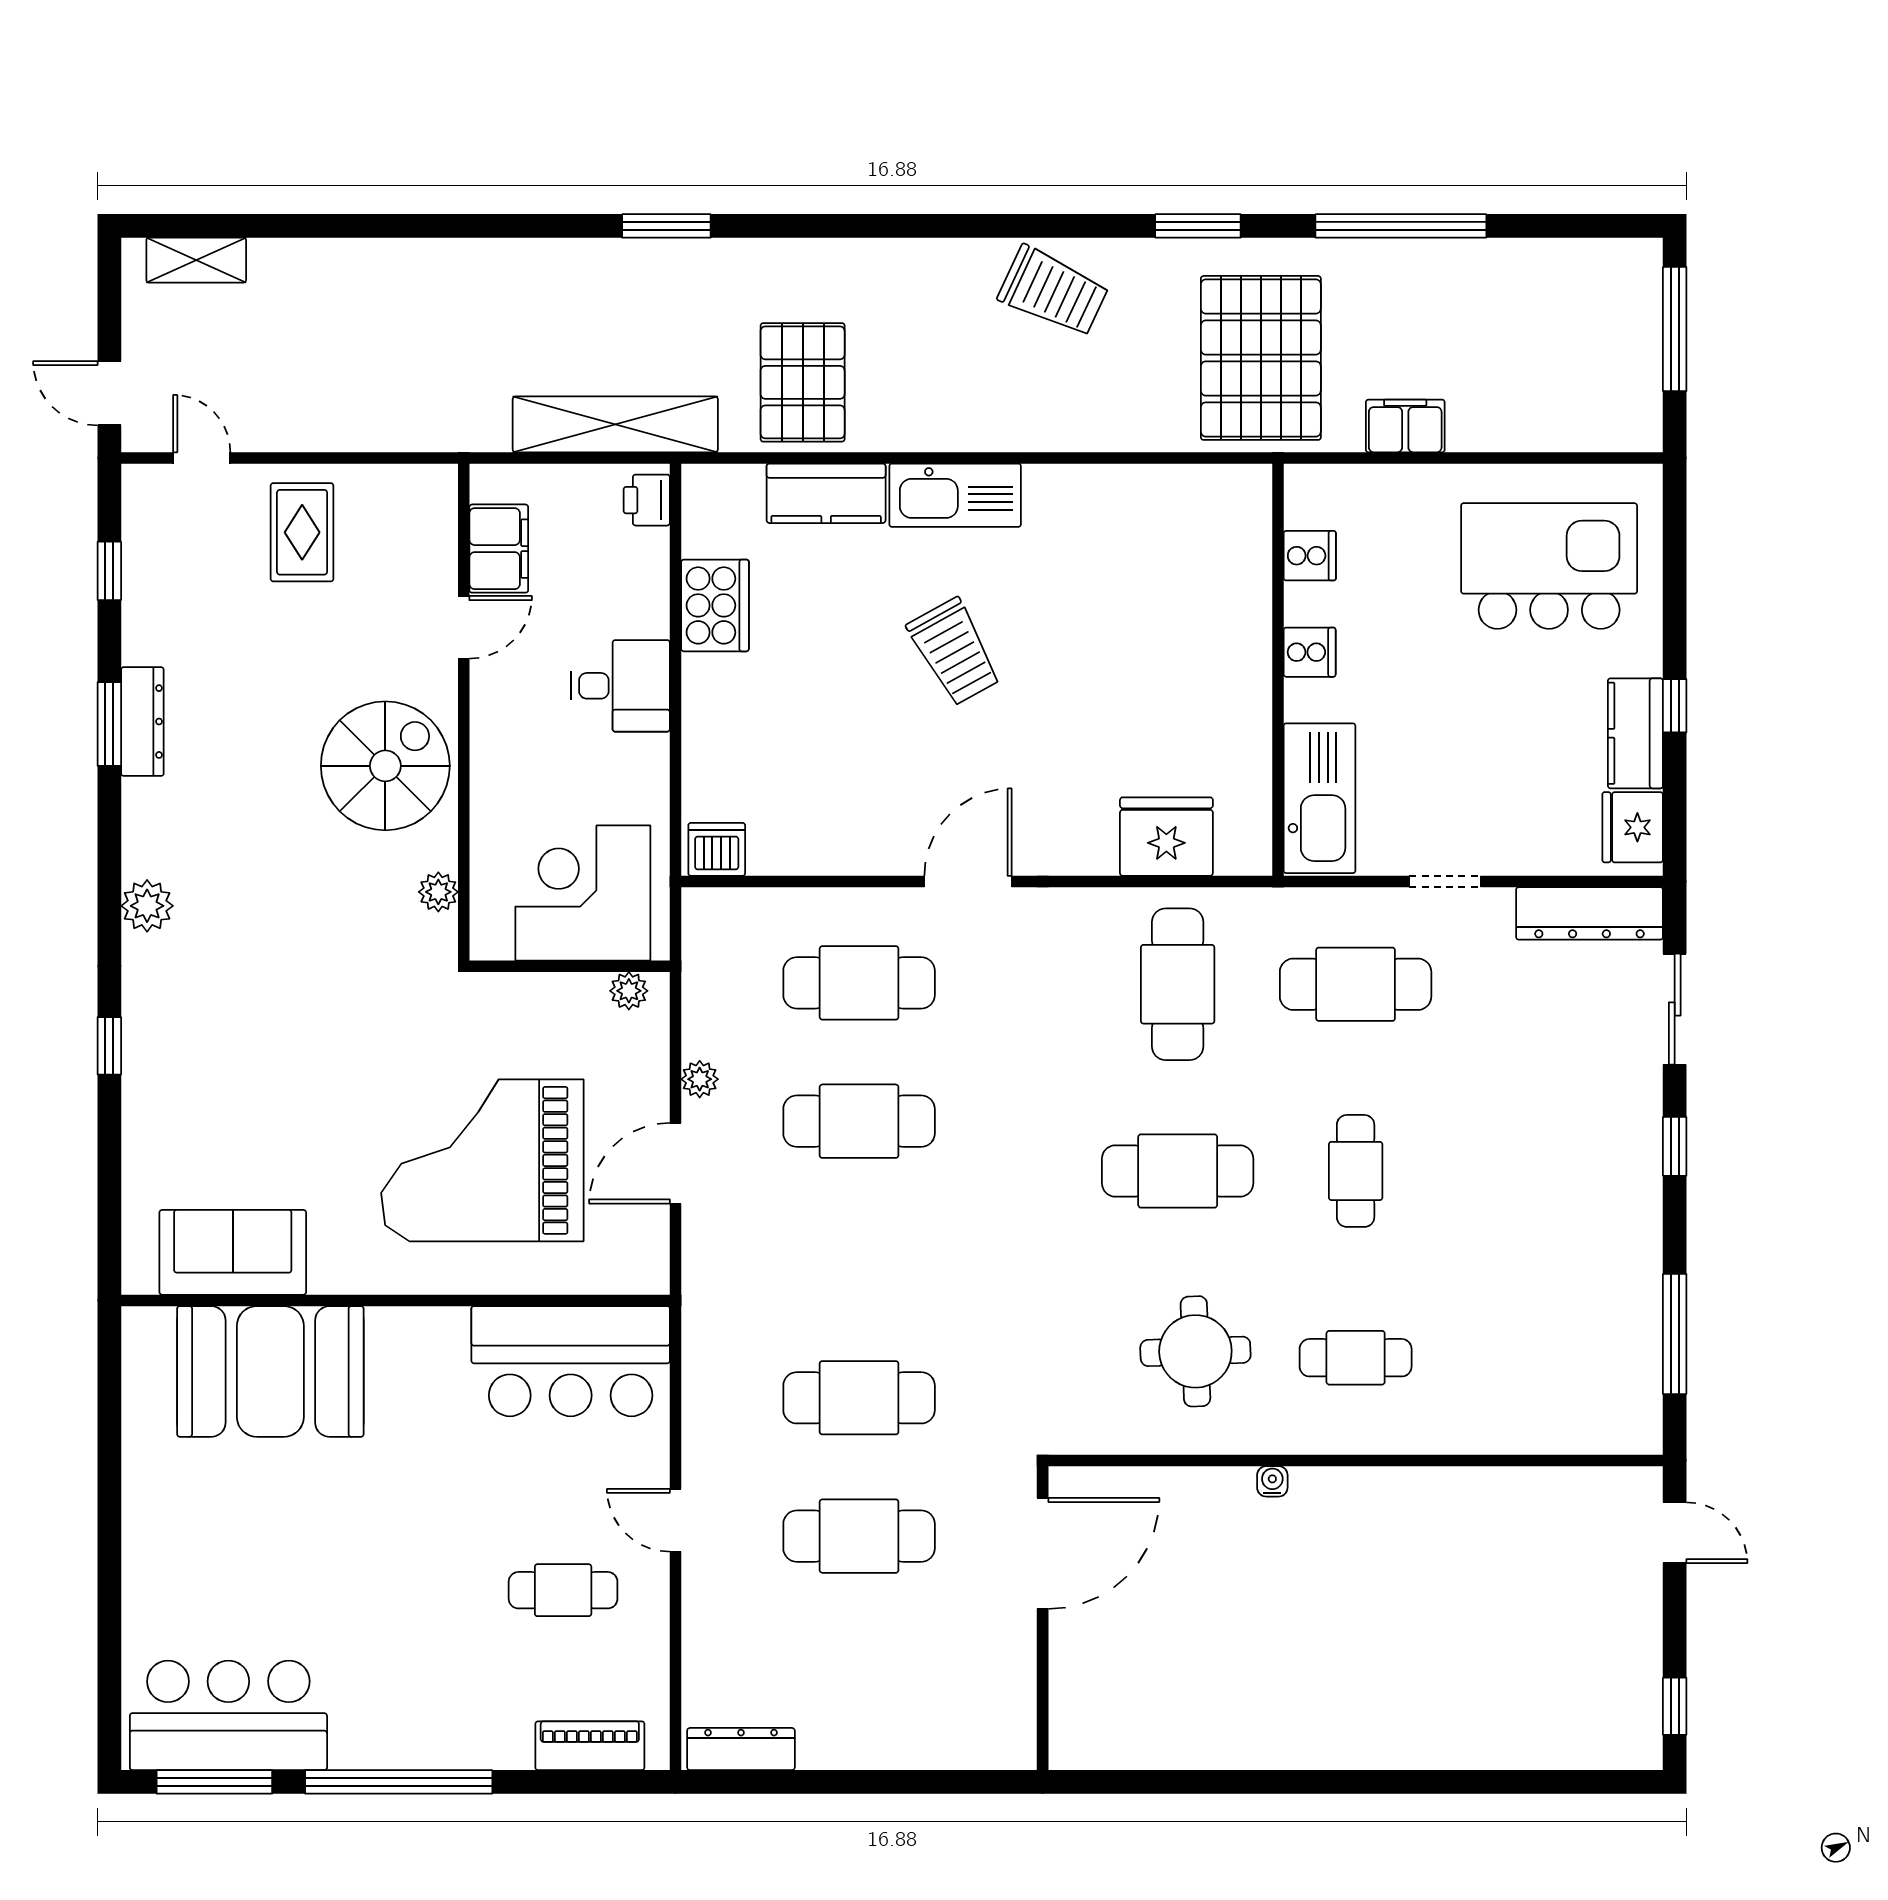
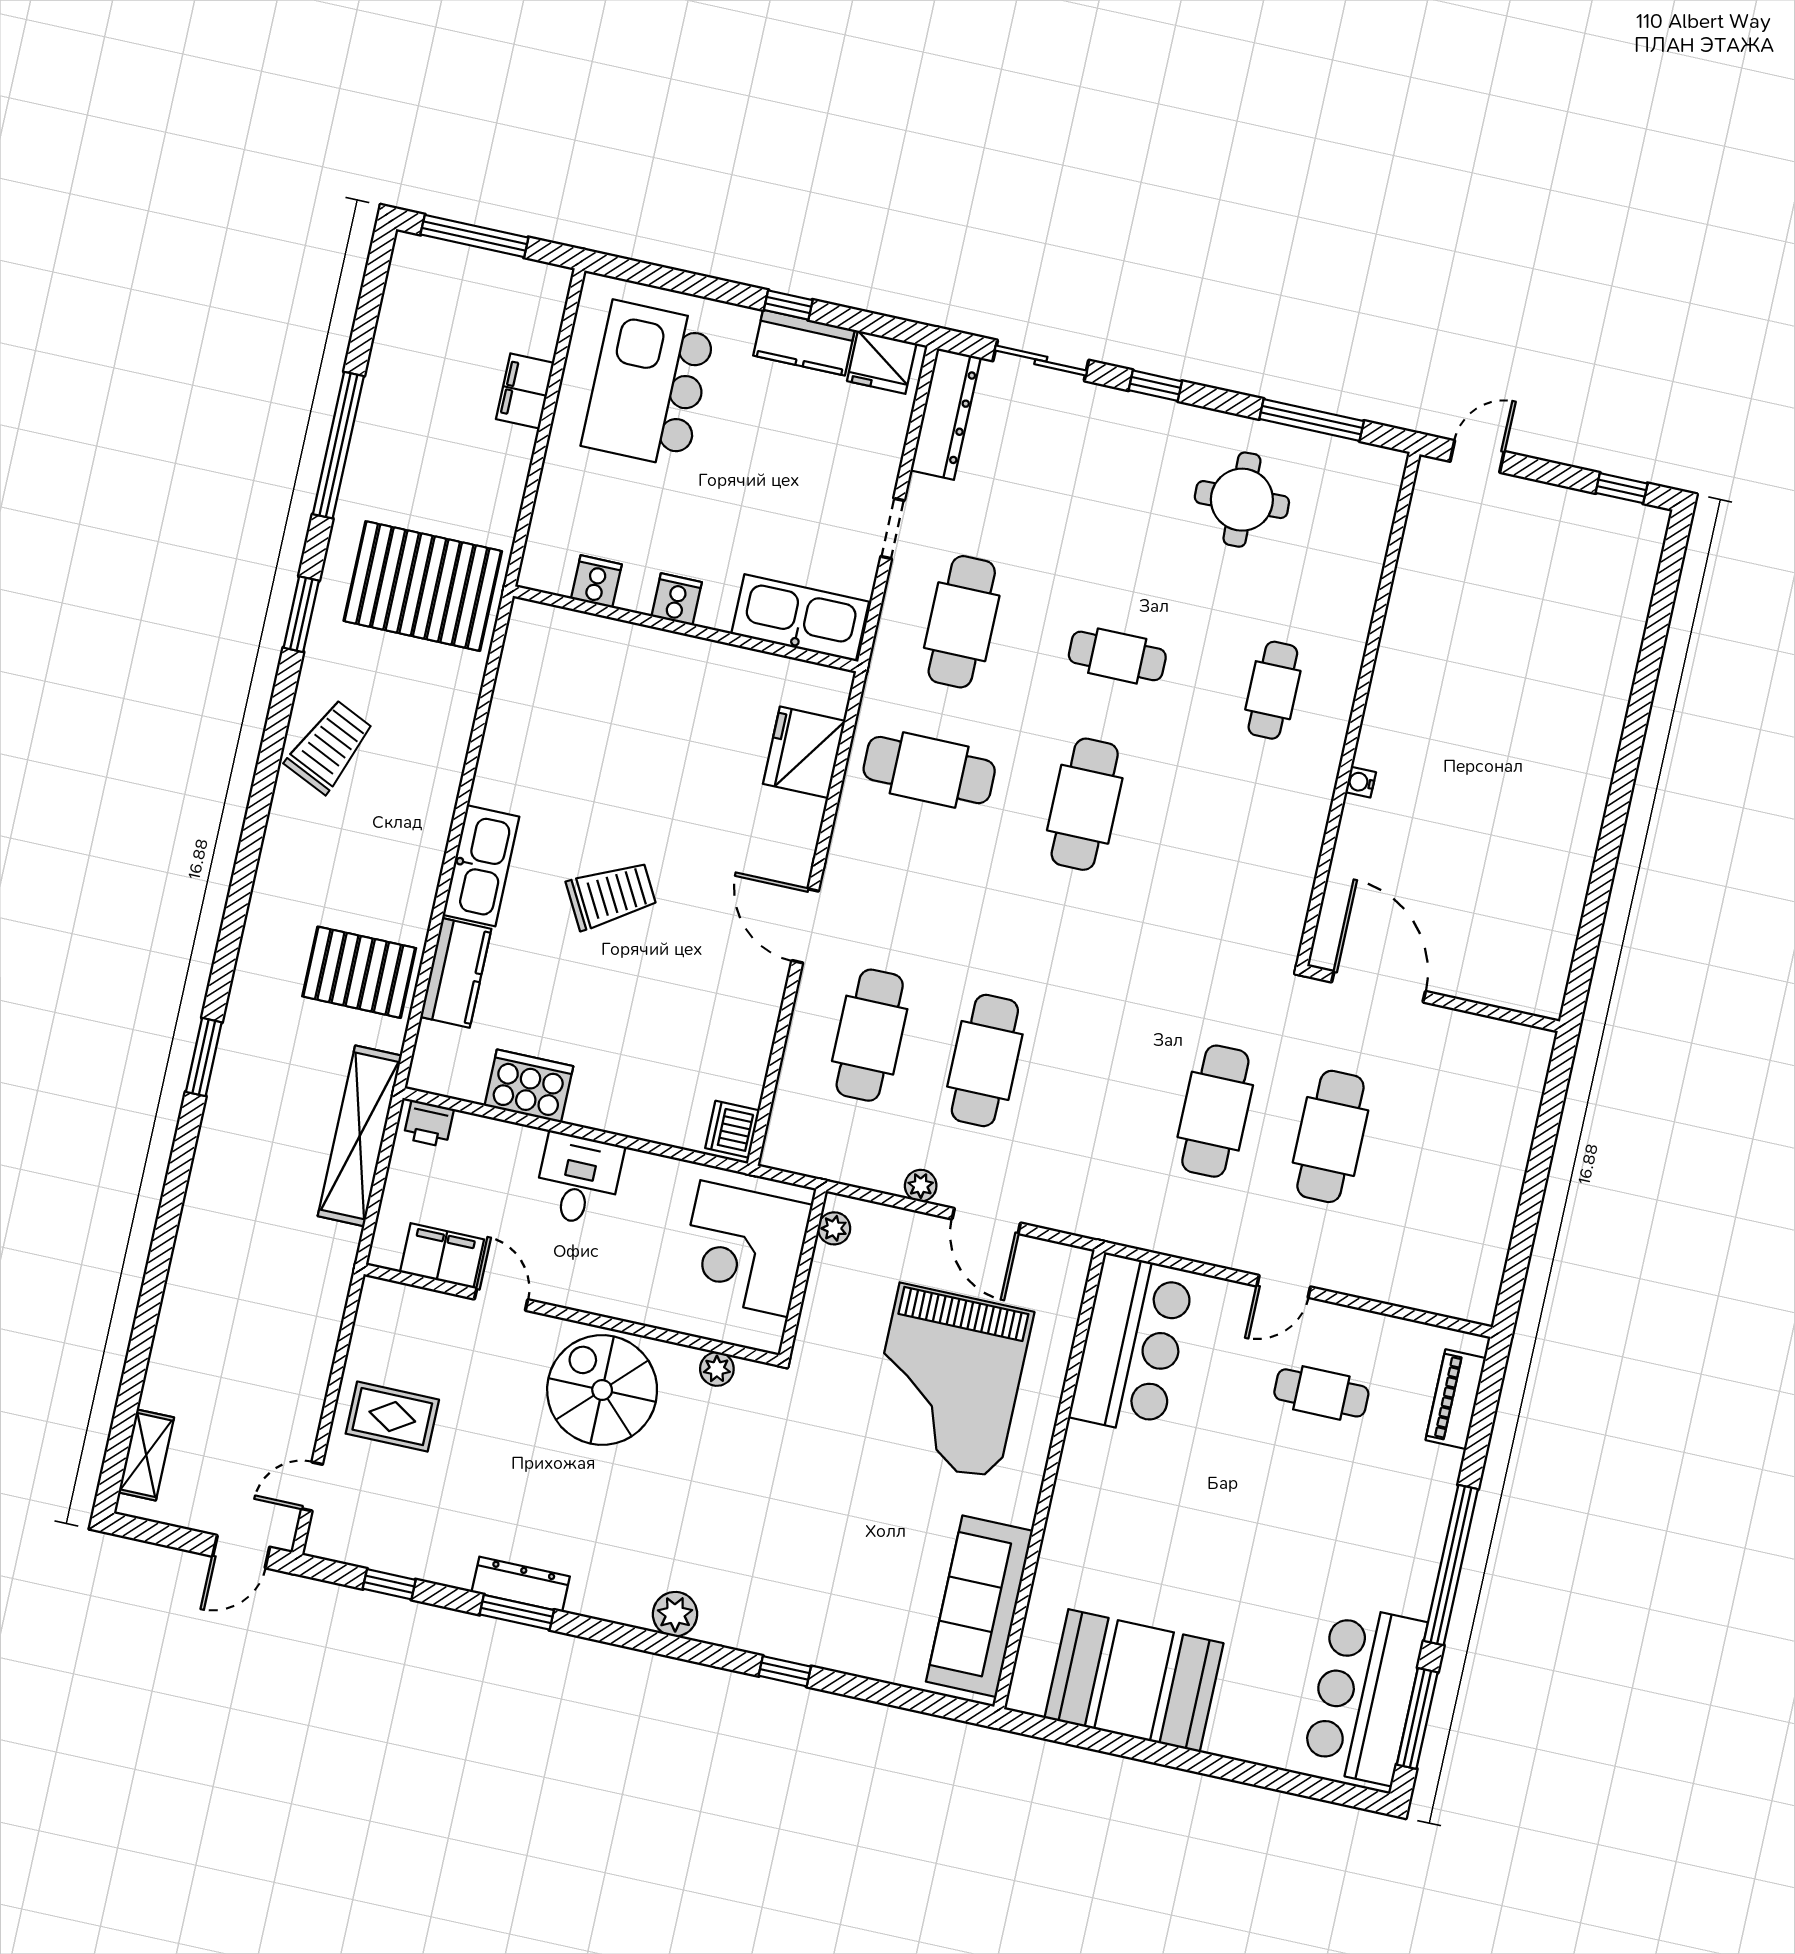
filing cabinet: (1405, 426) -> (525, 391), moved
sofa: (233, 1252) -> (979, 1606), width x1.36
round table: (1195, 1351) -> (1242, 500), moved
booth: (270, 1371) -> (1134, 1681), moved, turned 90
cafe table: (563, 1590) -> (1321, 1393), turned 90
dresser: (741, 1749) -> (1486, 1274), removed

